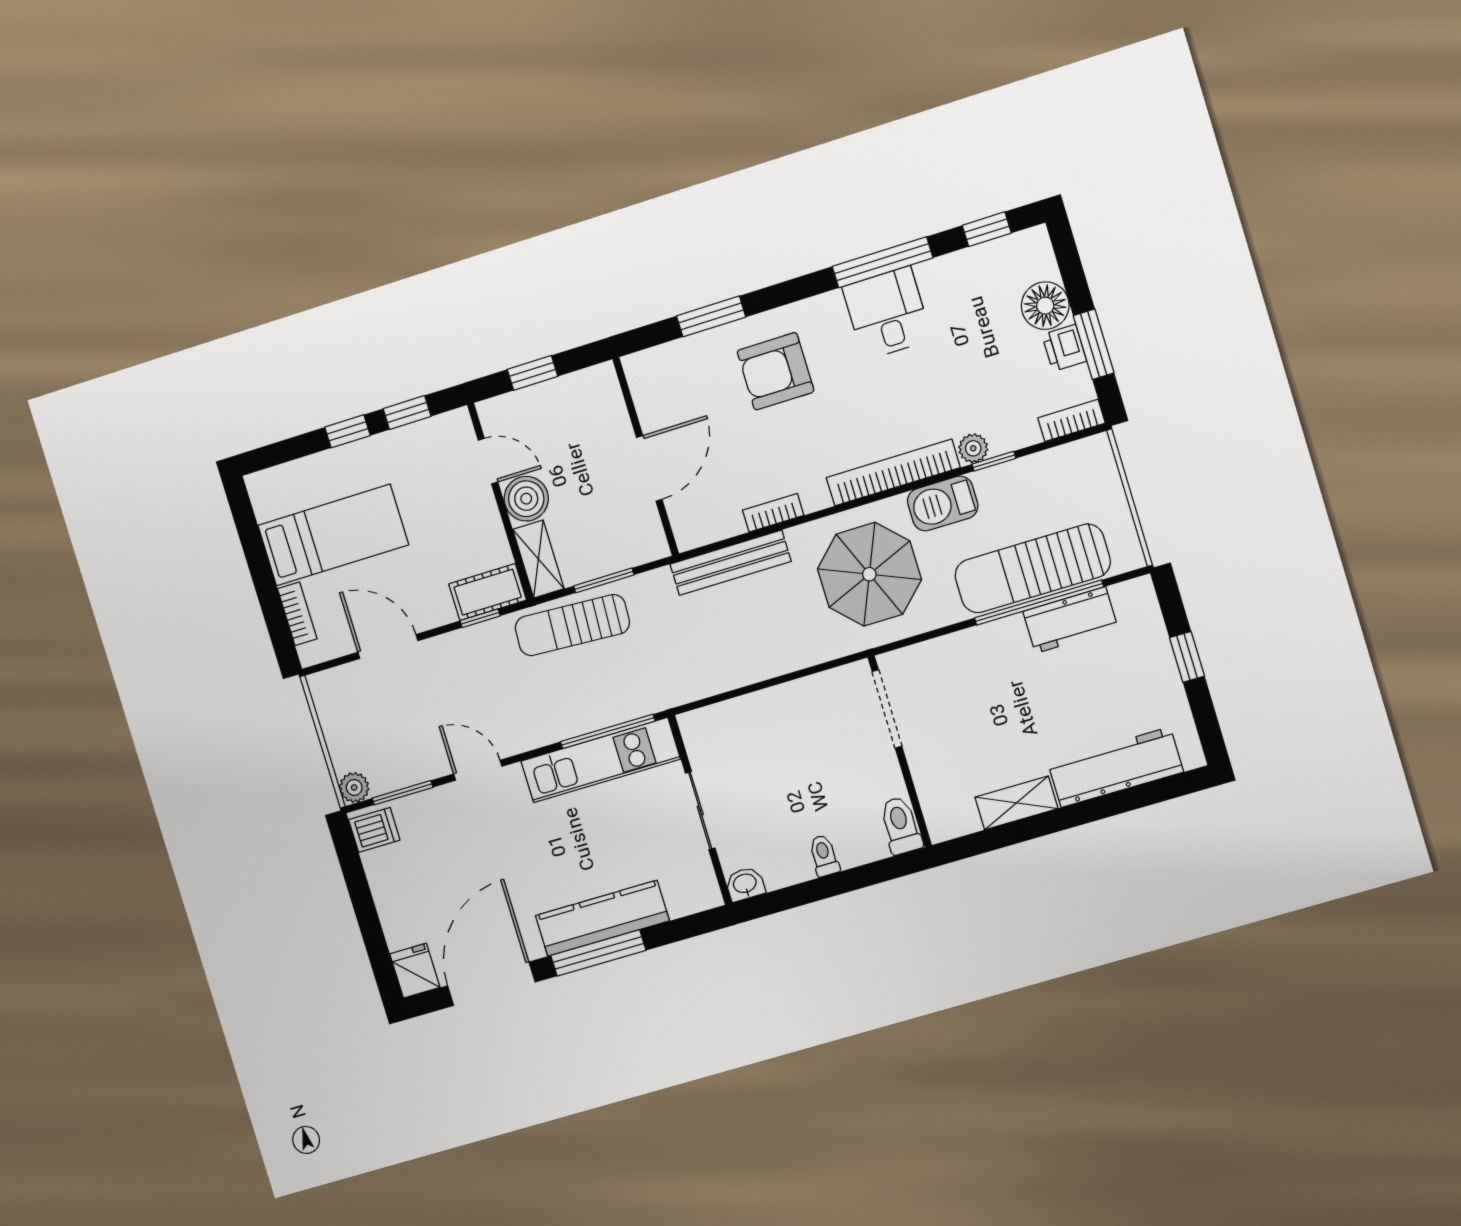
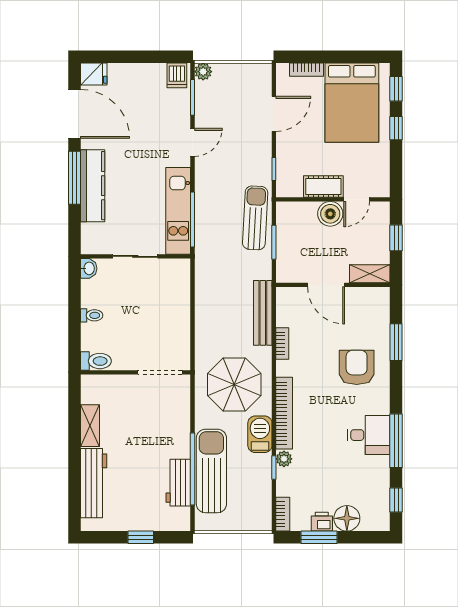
window: (407, 413) -> (396, 89), moved
bed: (333, 535) -> (352, 103), width x1.50
shelving: (538, 559) -> (370, 274), moved
cot: (488, 592) -> (323, 187), moved, turned 90

